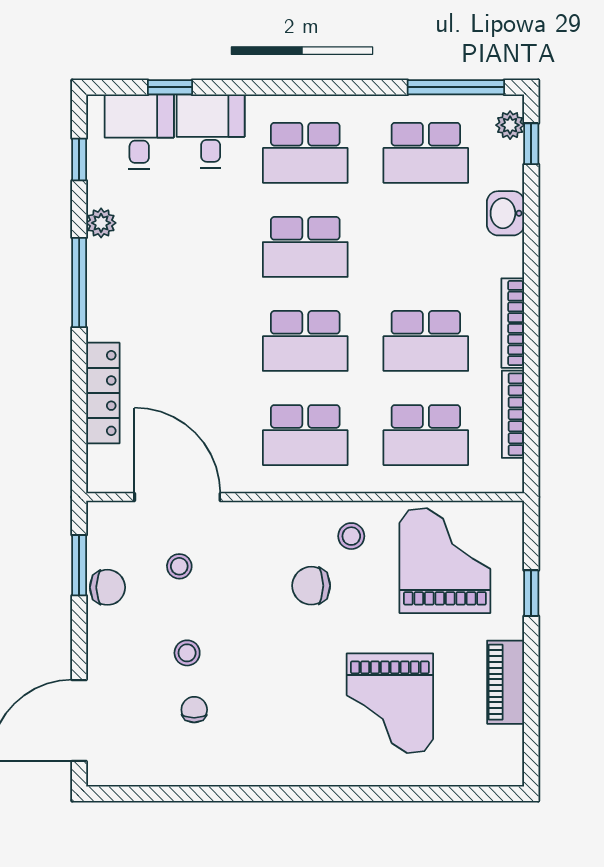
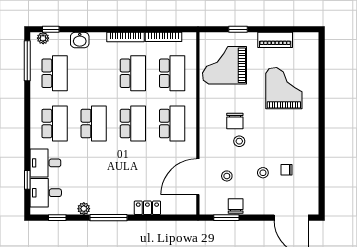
locker: (103, 393) -> (147, 208), width x0.66
stool: (351, 536) -> (239, 141), moved
grand piano: (390, 703) -> (284, 88), turned -90

